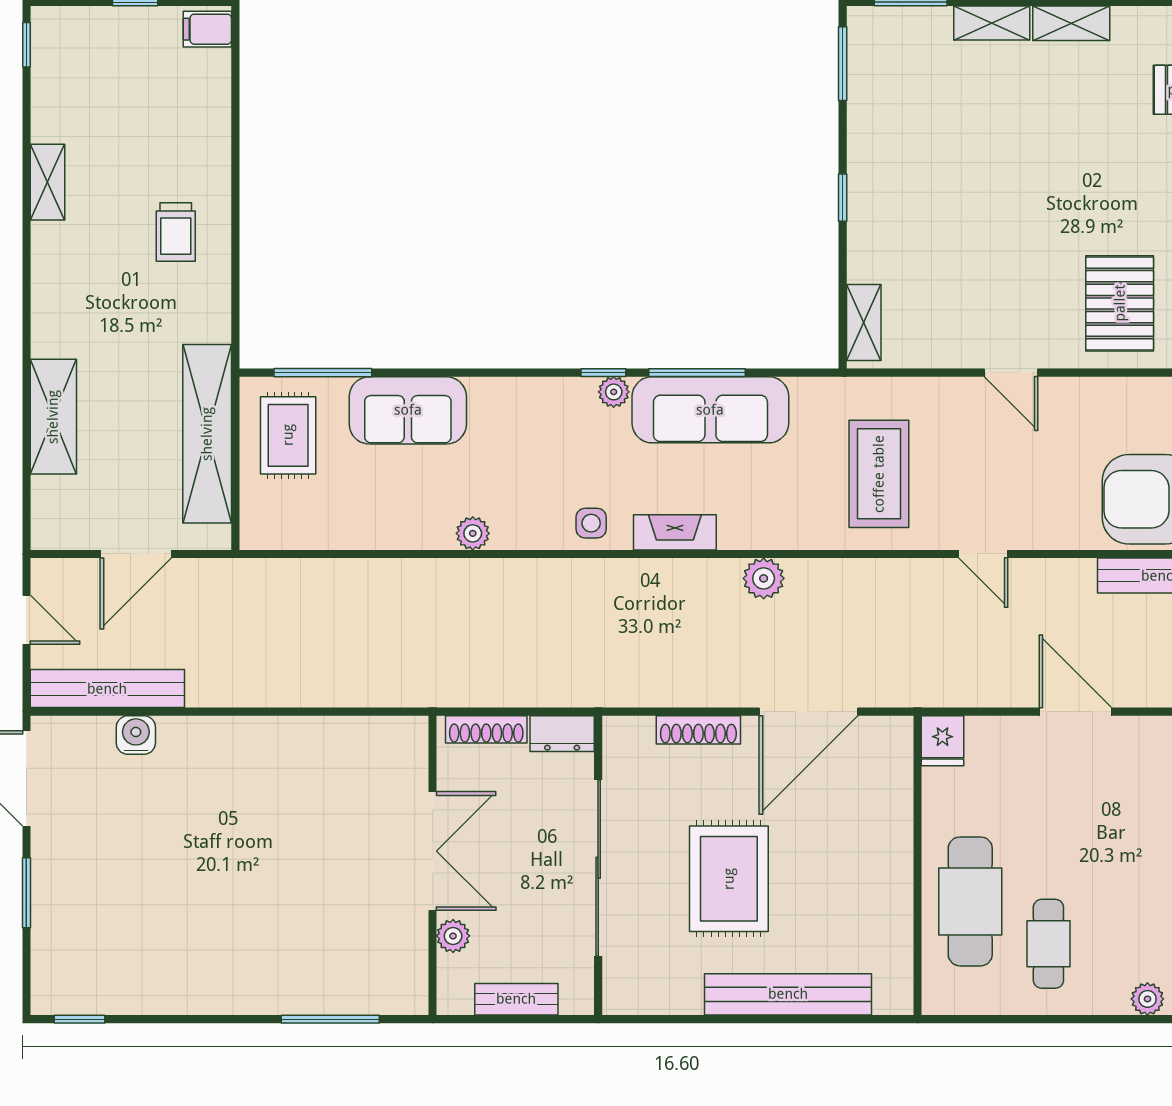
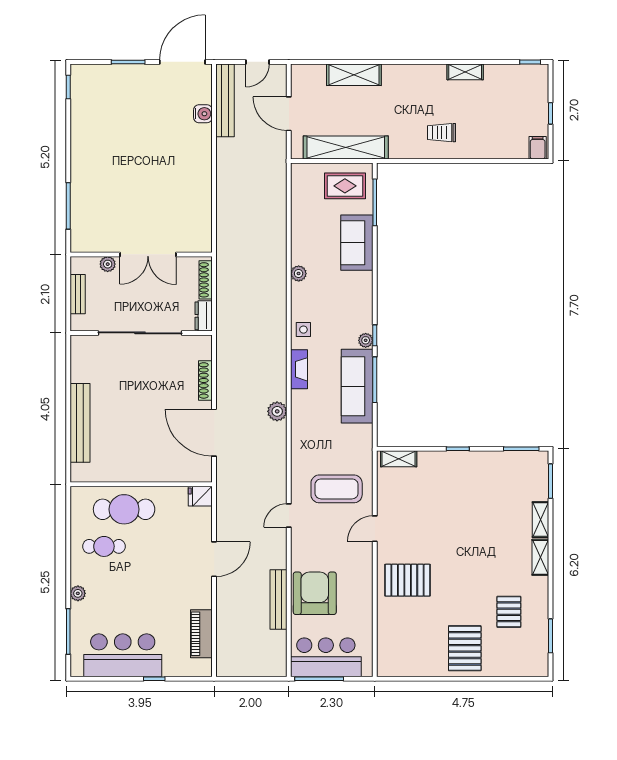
coffee table: (879, 474) -> (337, 489), moved
rug: (729, 879) -> (135, 395), removed

